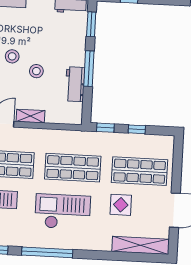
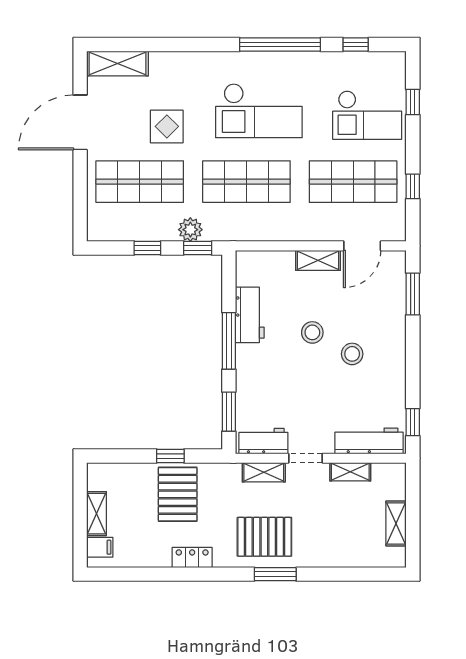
plant: (109, 140) -> (190, 230), added
shelving: (141, 245) -> (117, 63), width x0.68

